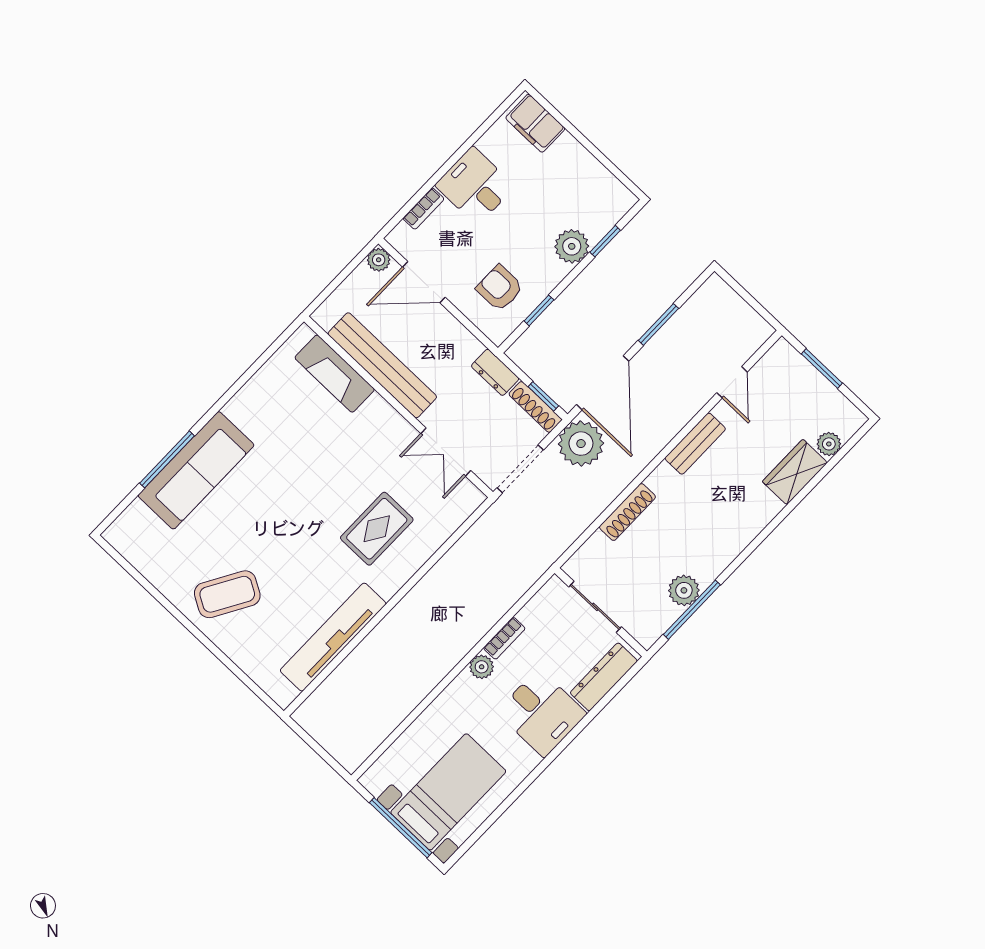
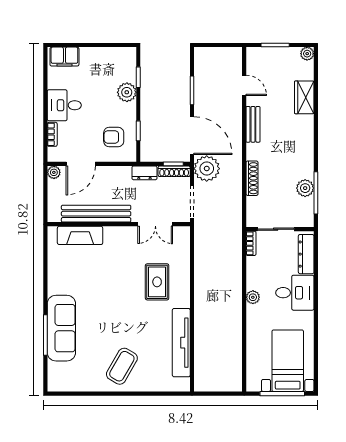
plant: (829, 444) -> (307, 54), moved
bookcase: (504, 638) -> (251, 243), moved

